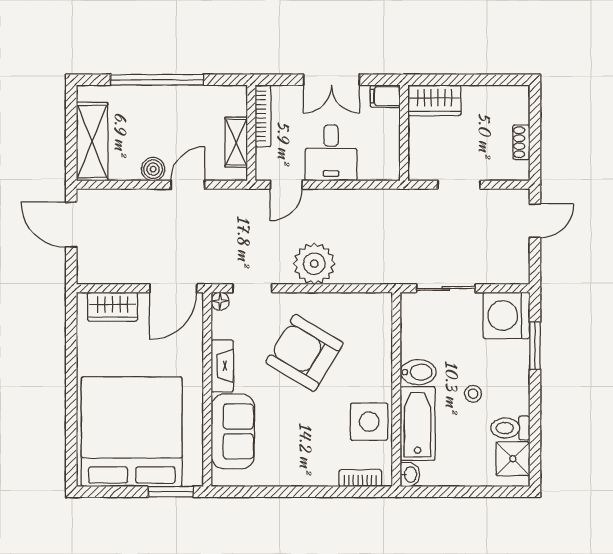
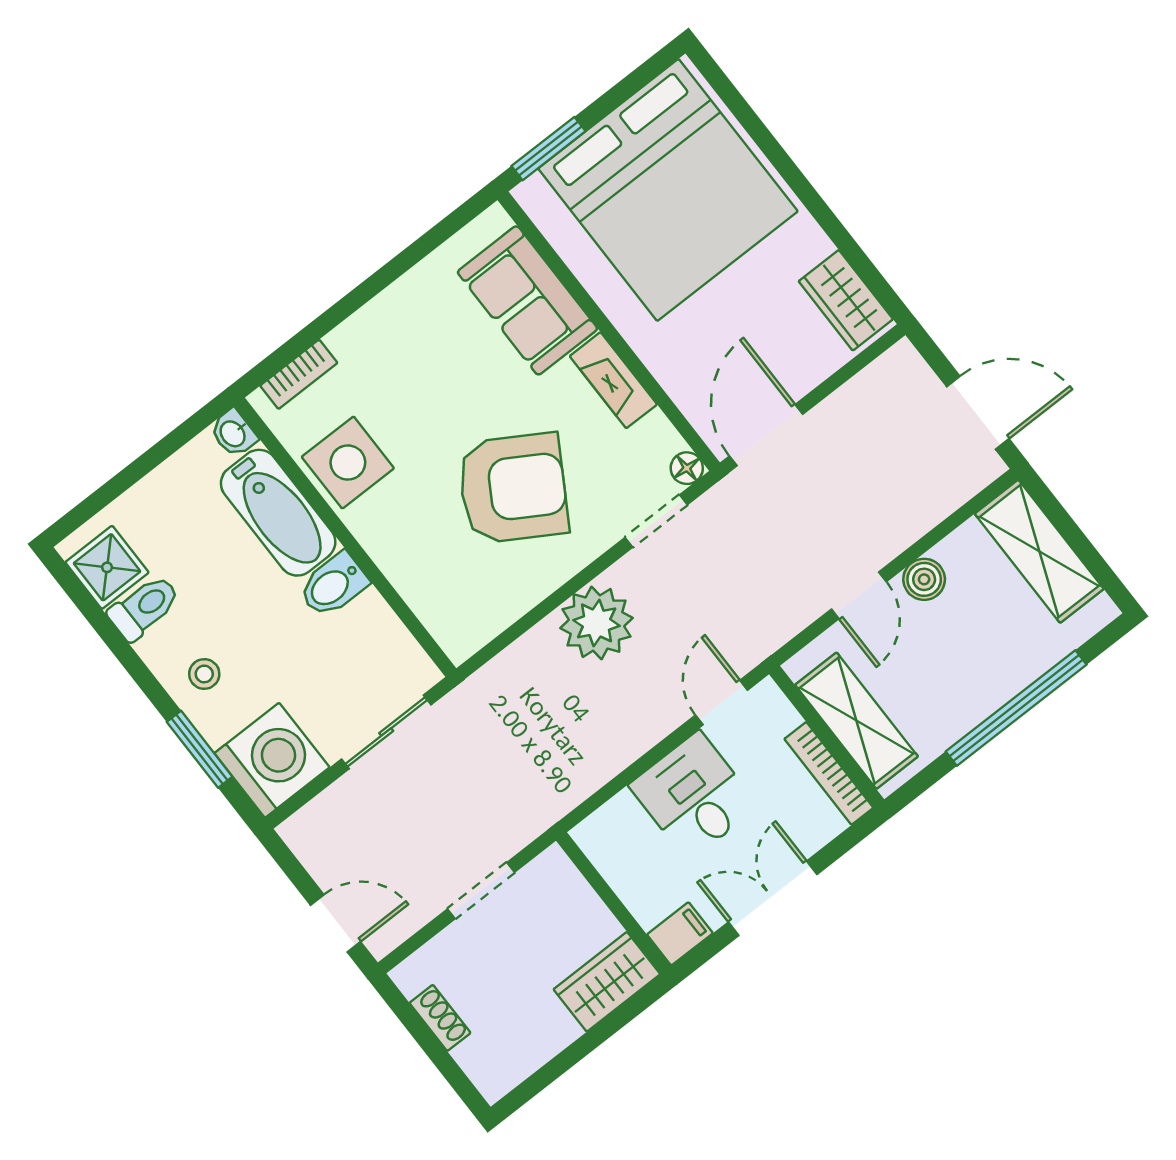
shelving: (236, 142) -> (856, 721), width x1.50, depth x1.33
door: (535, 221) -> (336, 923), swing flipped
wardrobe: (113, 307) -> (846, 300), moved, turned -90
stool: (473, 394) -> (204, 674), moved

